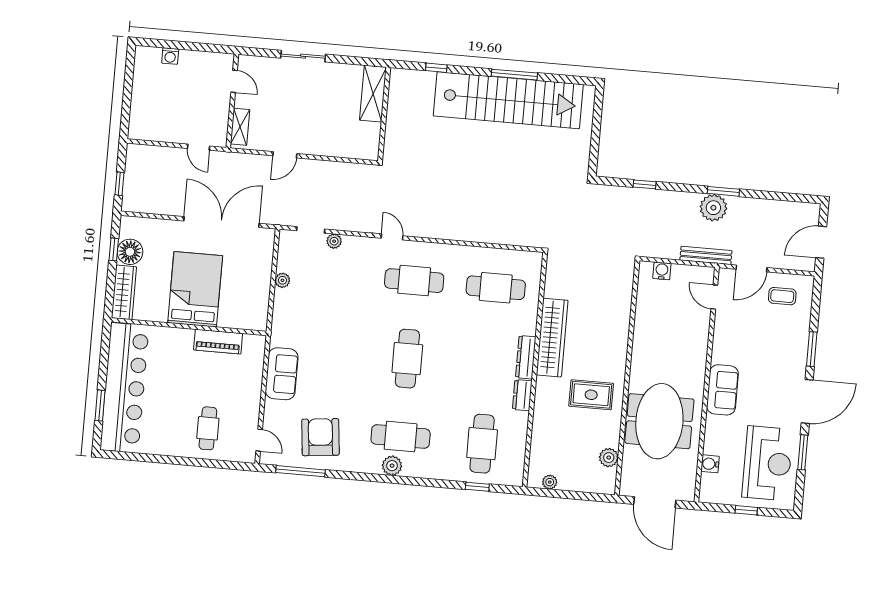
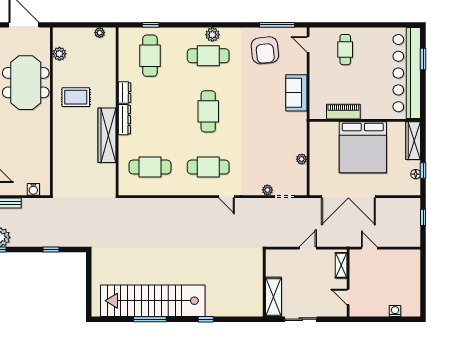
shelving: (373, 94) -> (273, 297), moved
wall: (384, 114) -> (264, 283), moved
floor lamp: (130, 252) -> (416, 174), width x0.53, depth x0.53
bed: (195, 289) -> (363, 147), width x1.36

